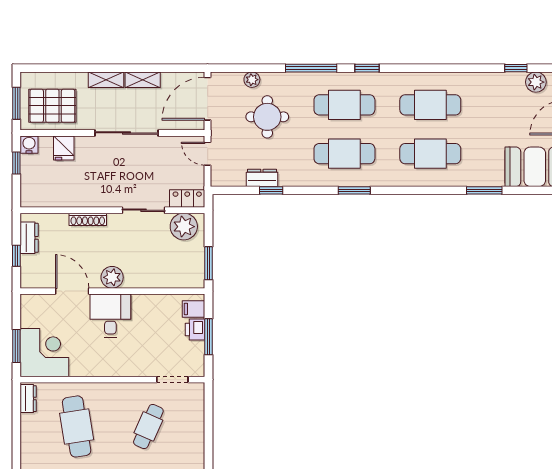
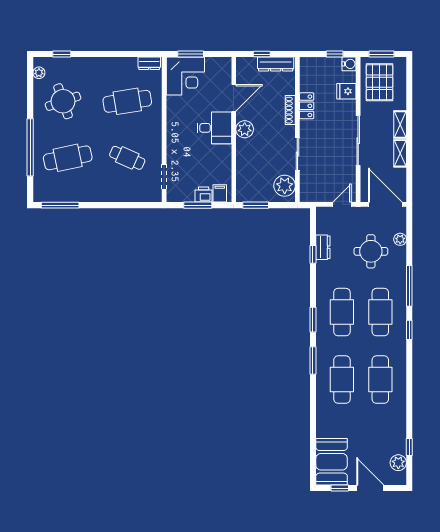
window: (484, 190) -> (313, 360), moved
locker: (187, 198) -> (307, 106), moved
dresser: (29, 238) -> (276, 64), width x1.44

